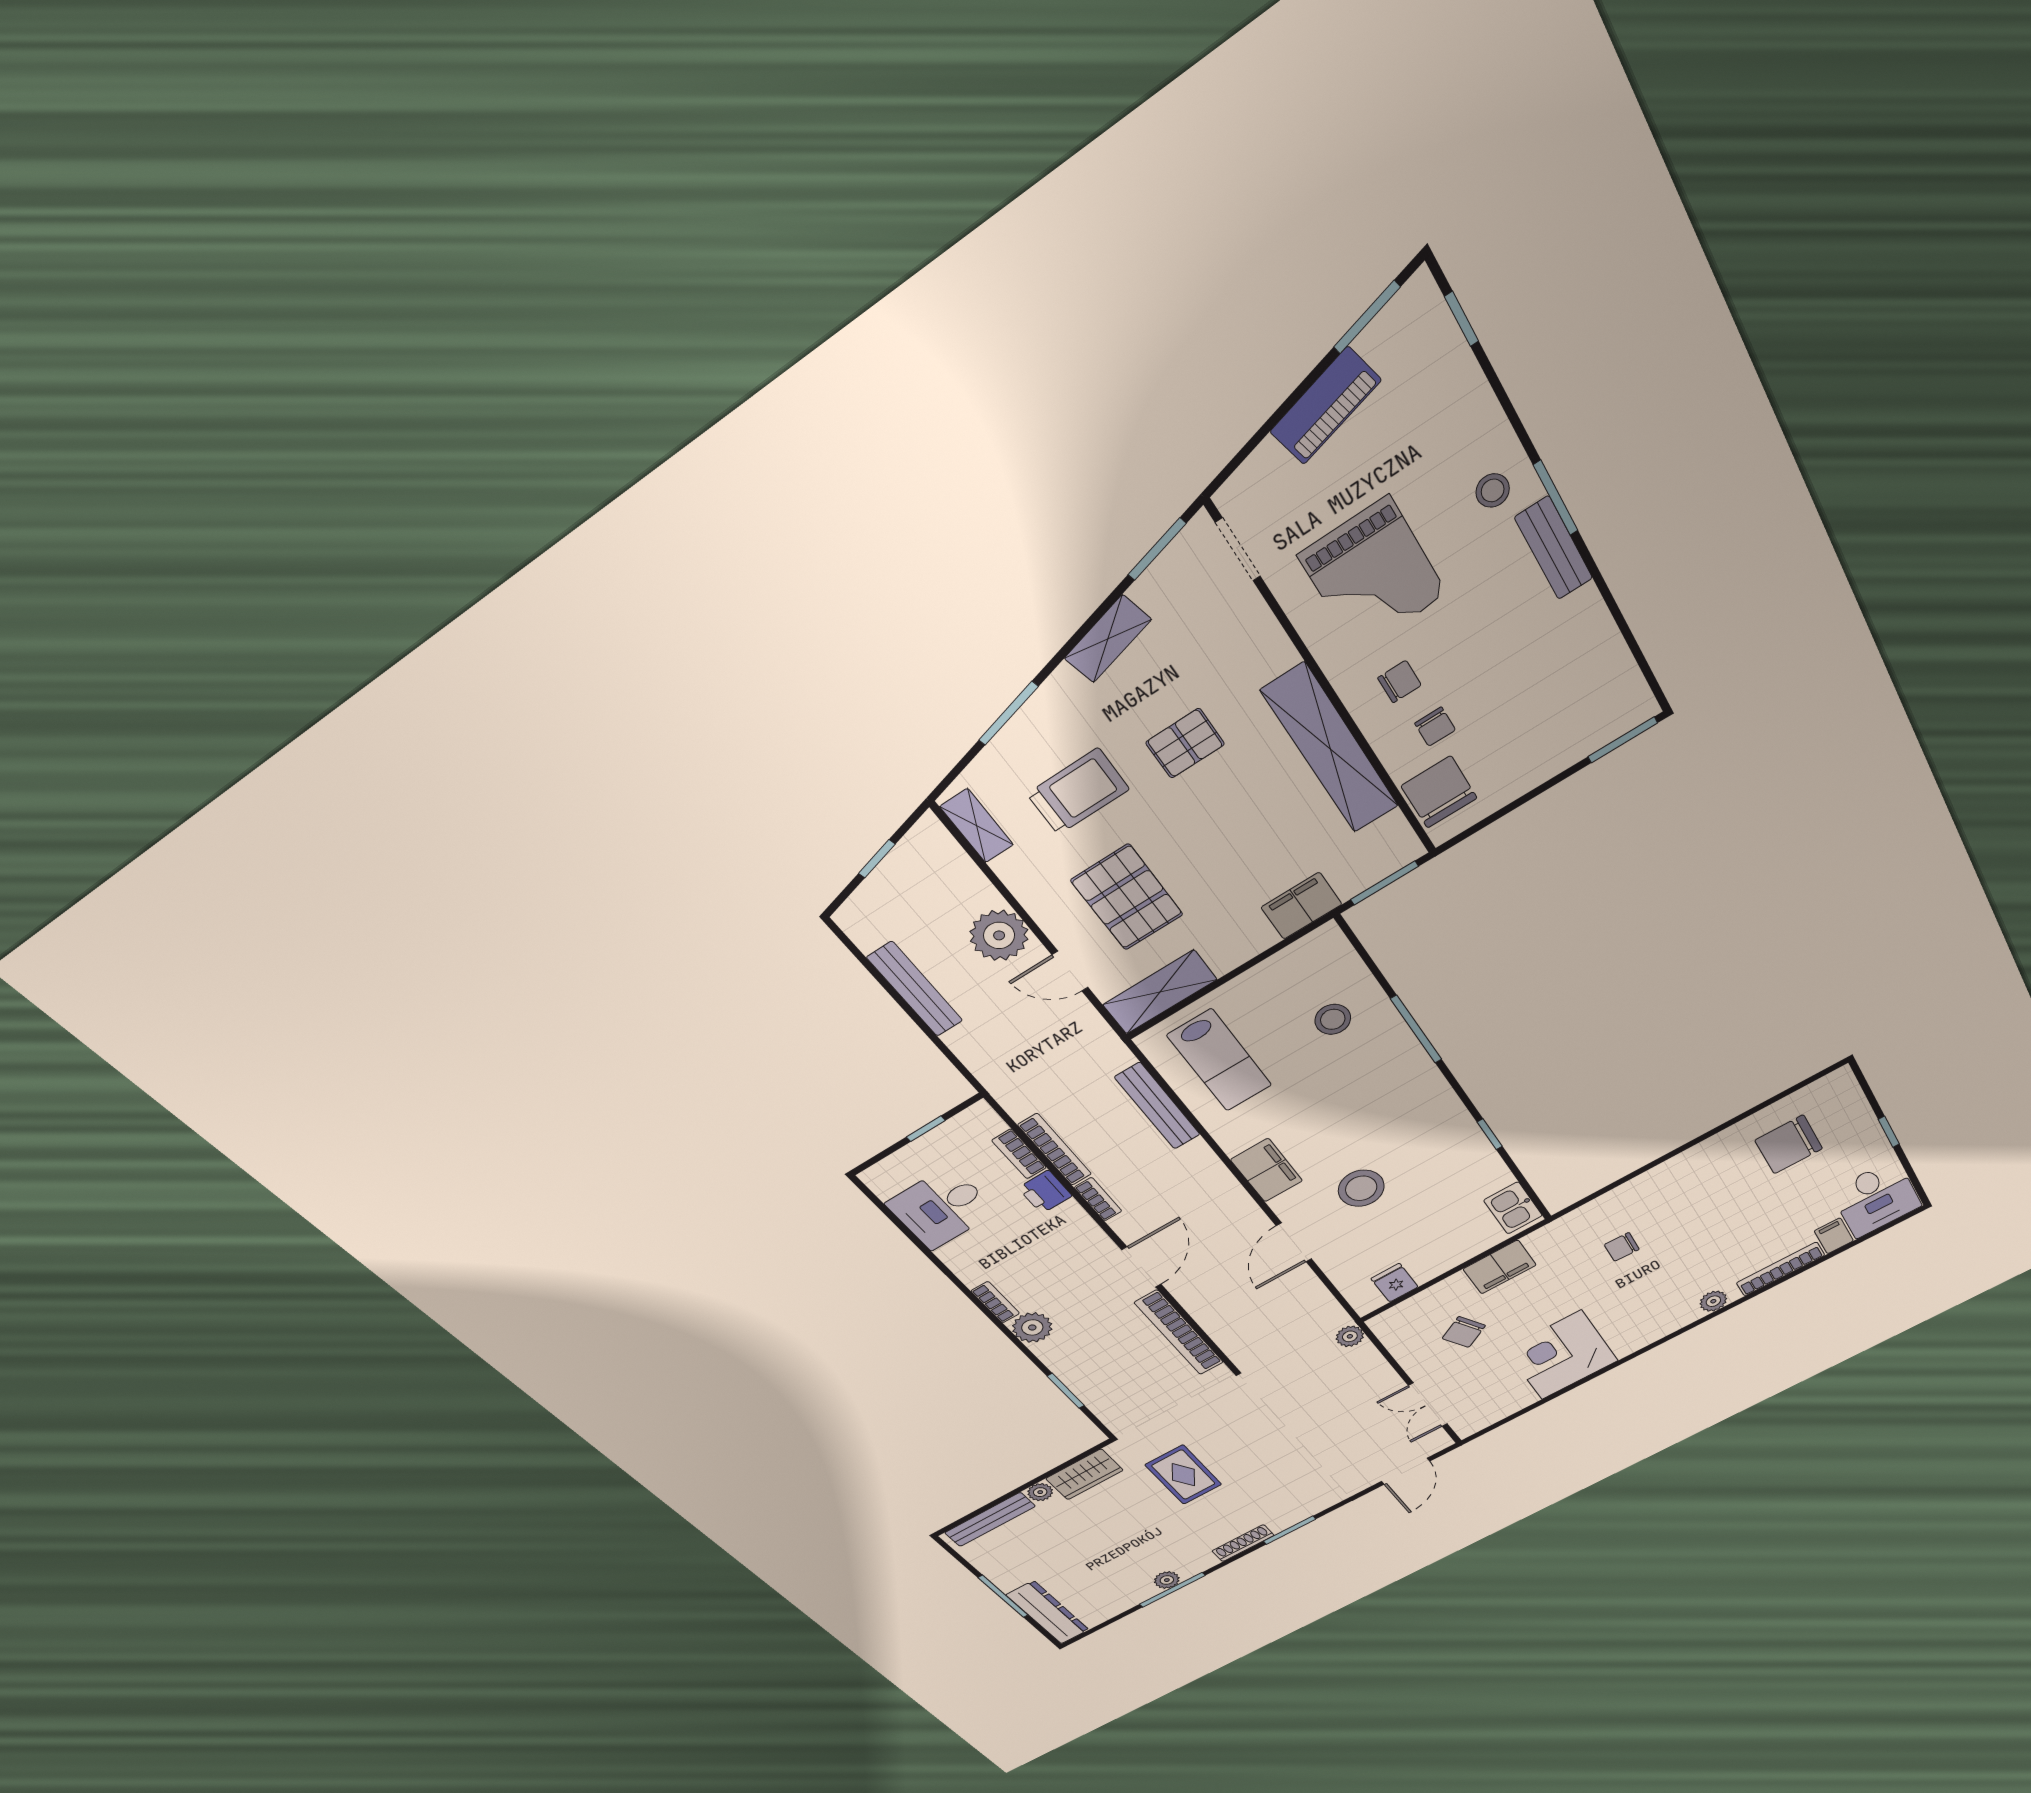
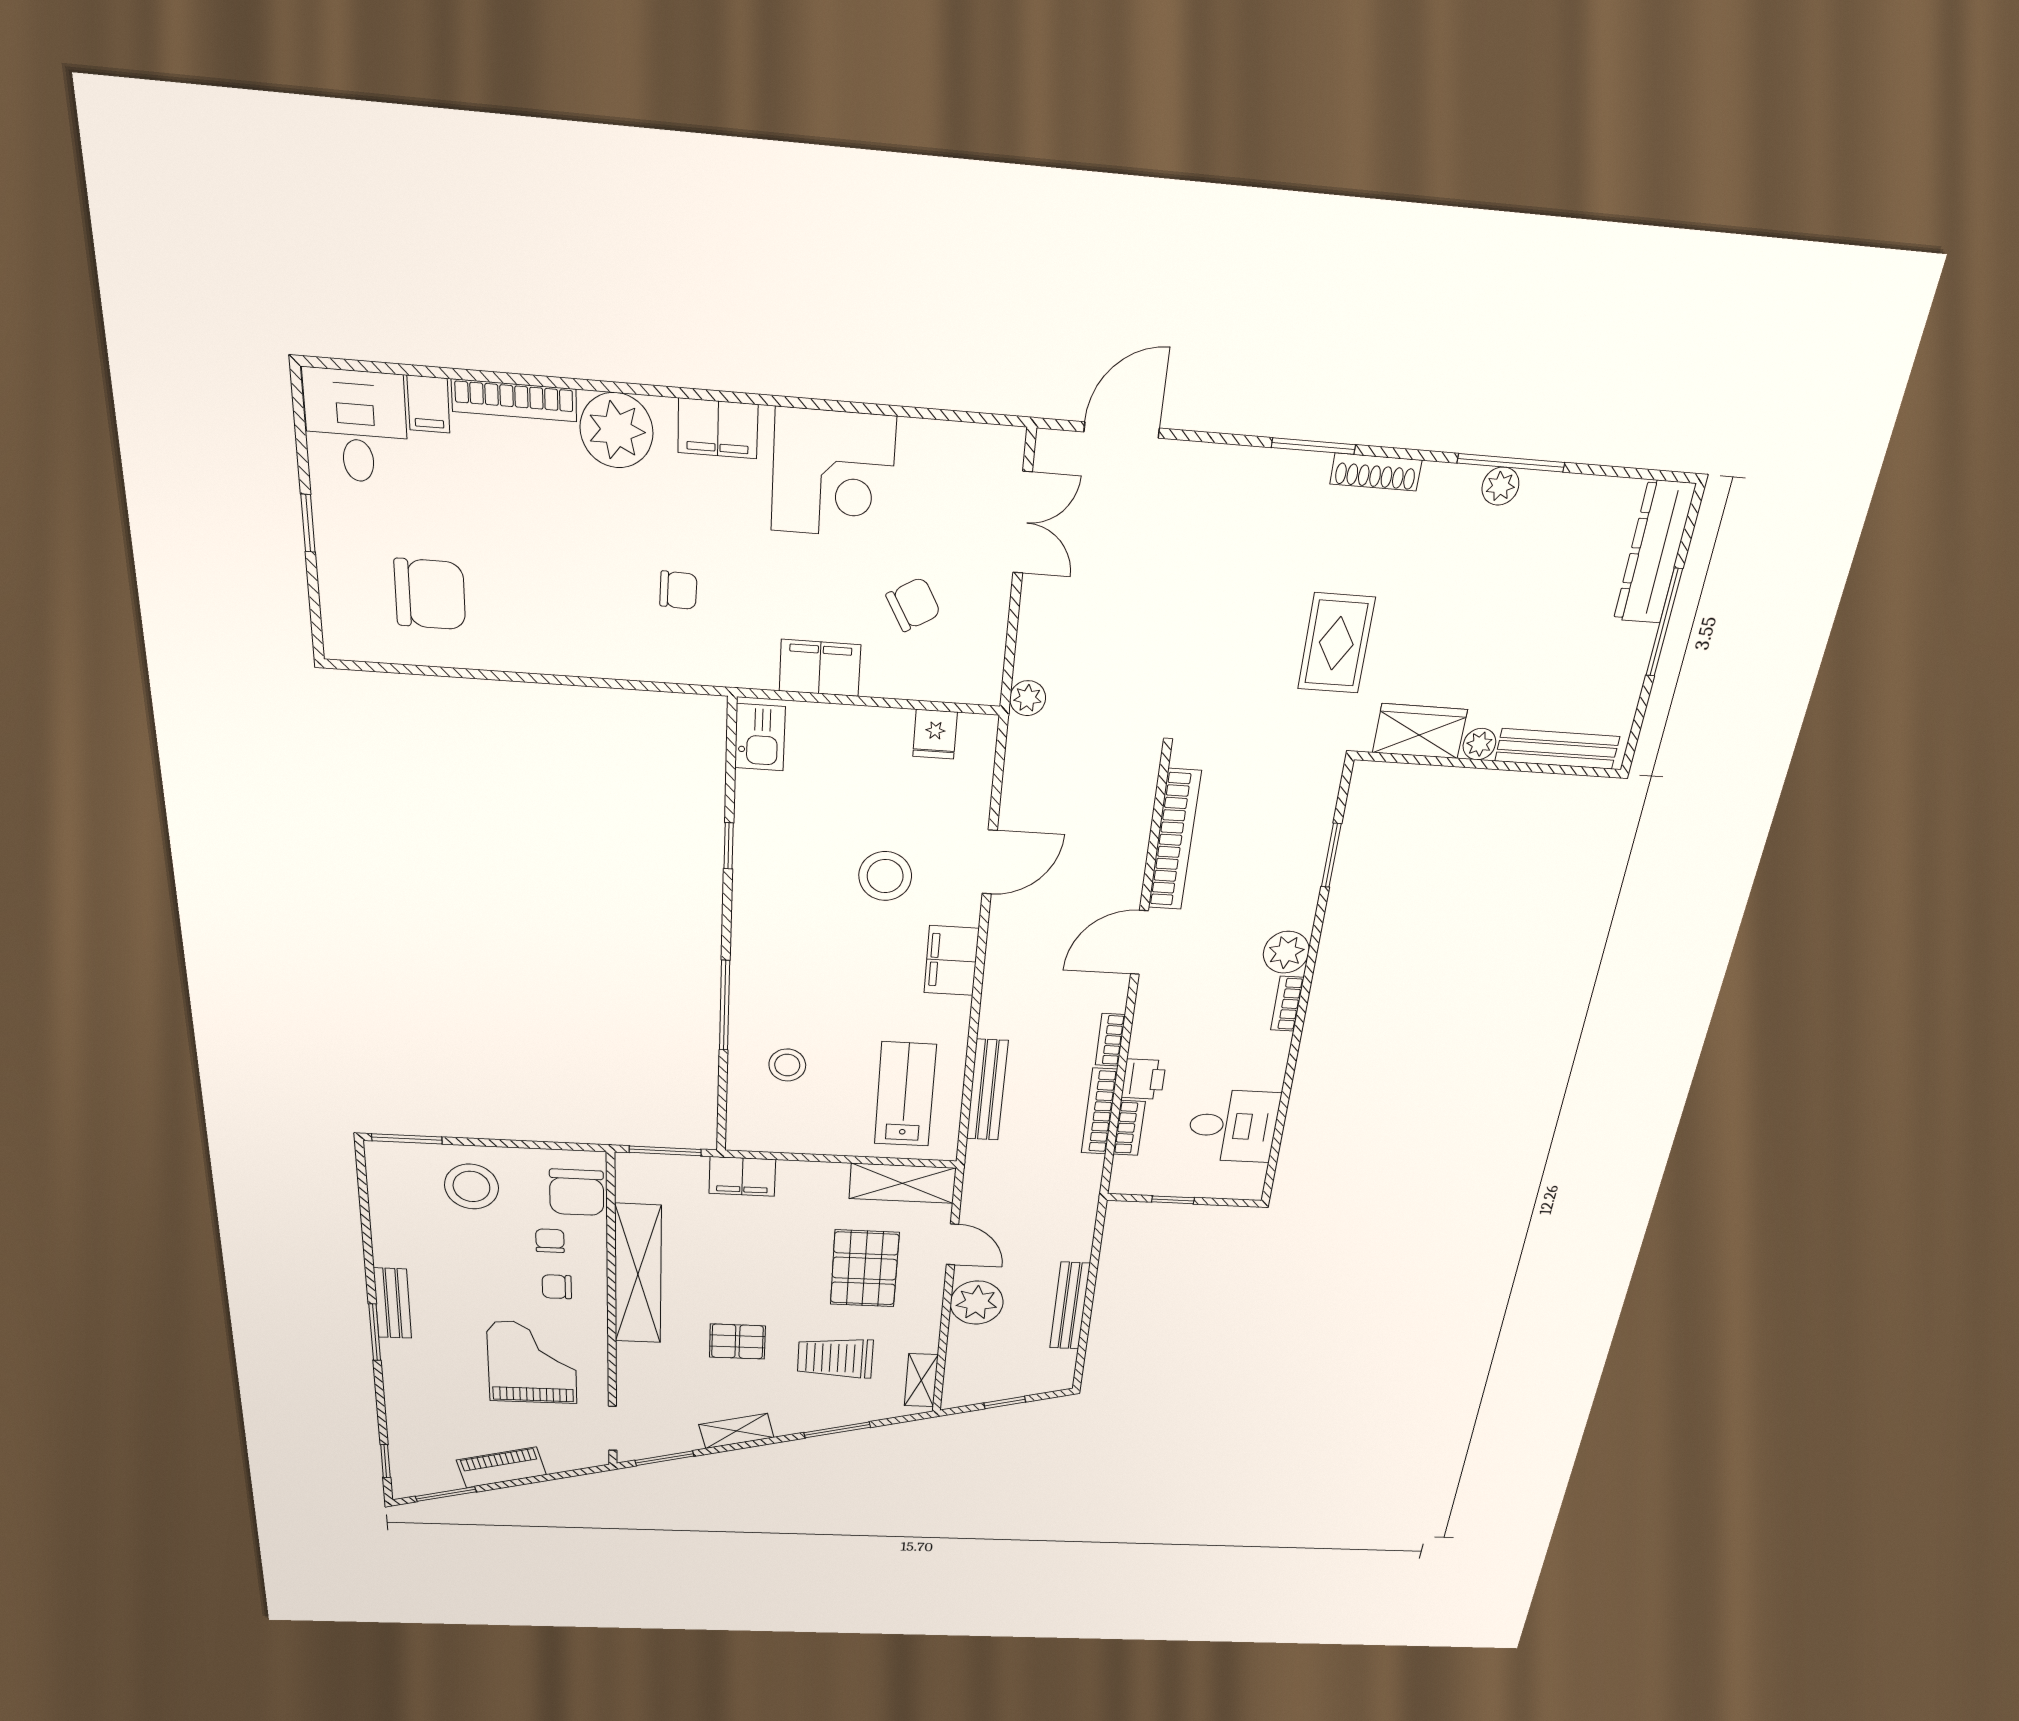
stool: (1493, 490) -> (471, 1187), moved, width x1.89, depth x1.89
plant: (1713, 1301) -> (617, 430), width x1.88, depth x1.88
filing cabinet: (1646, 1331) -> (718, 428), added

